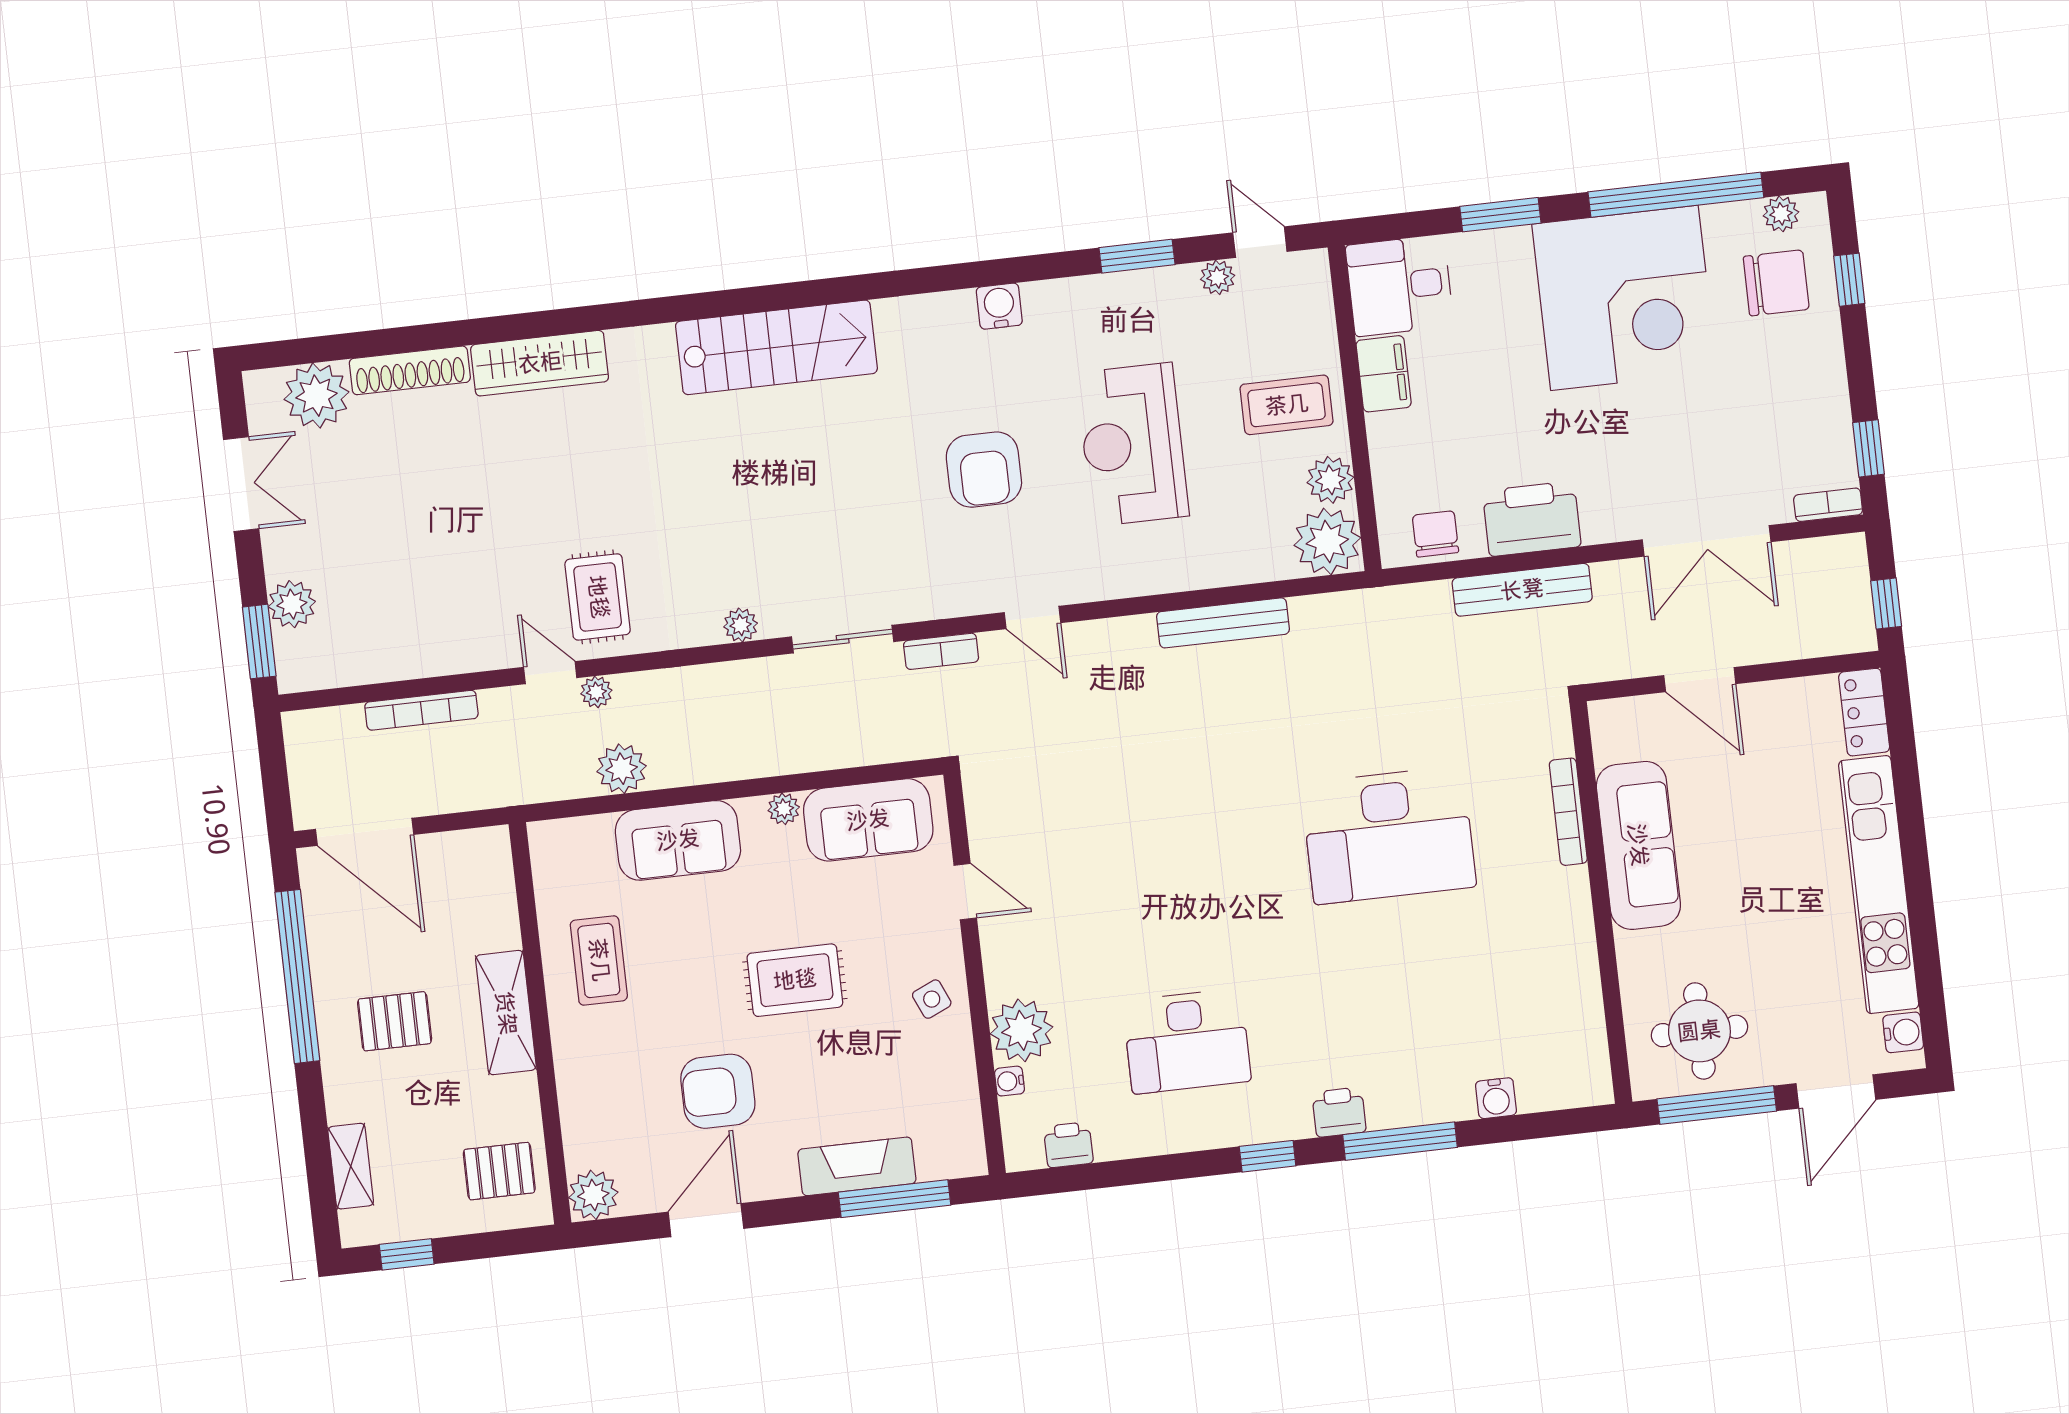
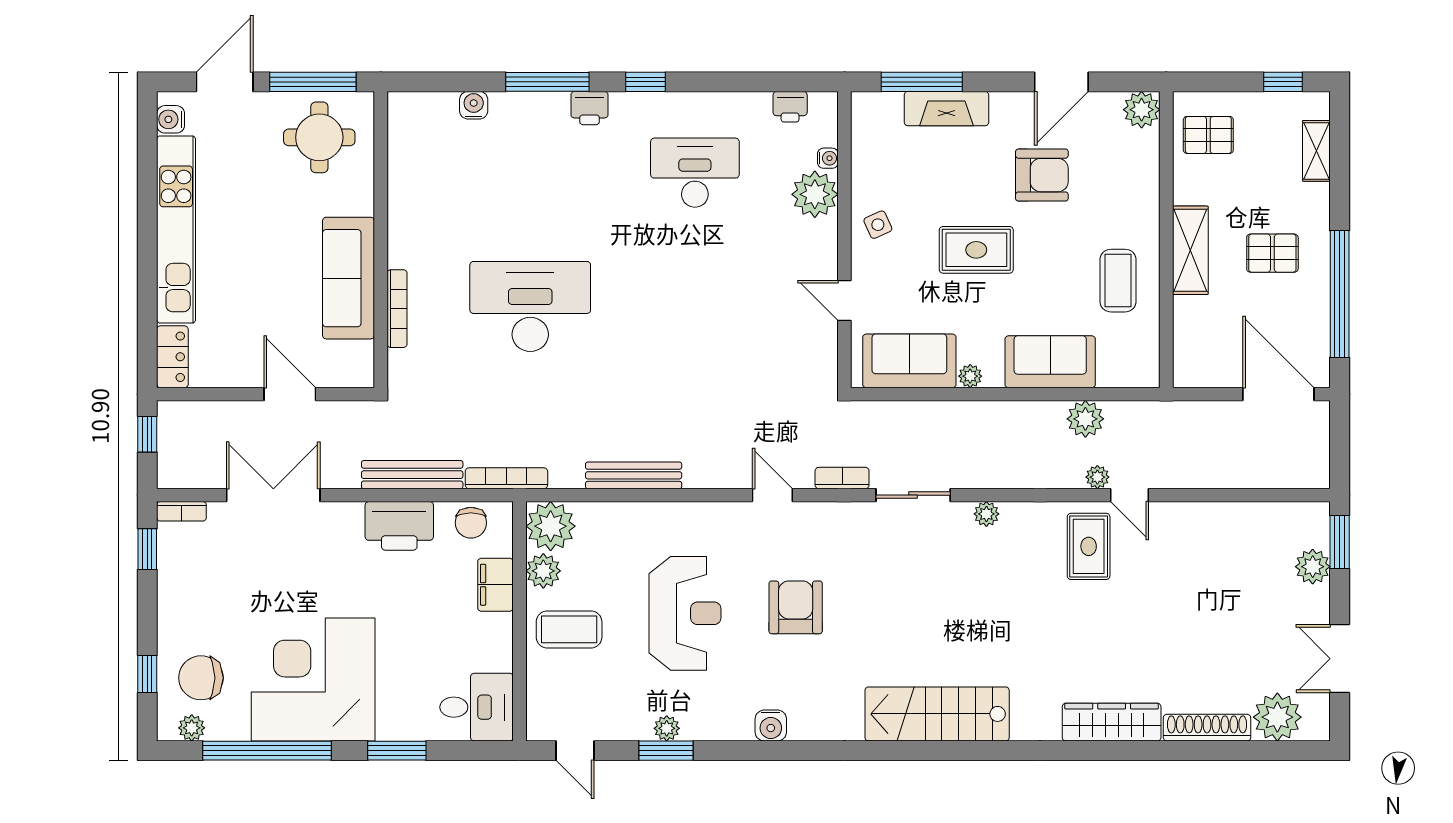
plant: (1218, 277) -> (667, 728), moved
filing cabinet: (1384, 374) -> (495, 585), moved
bookcase: (421, 710) -> (506, 478), moved

